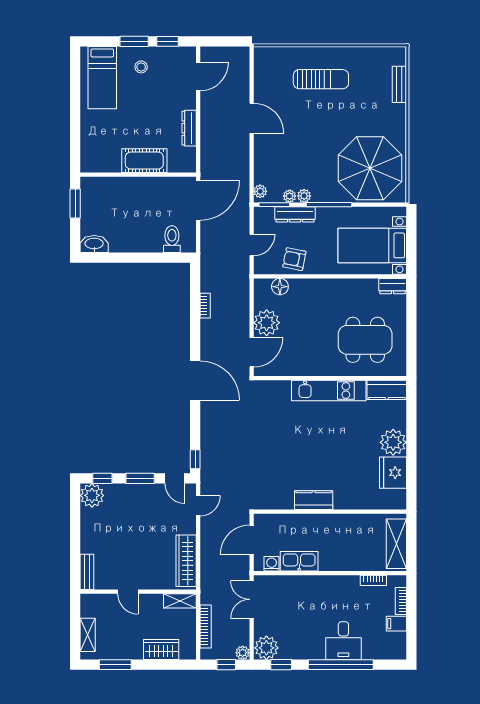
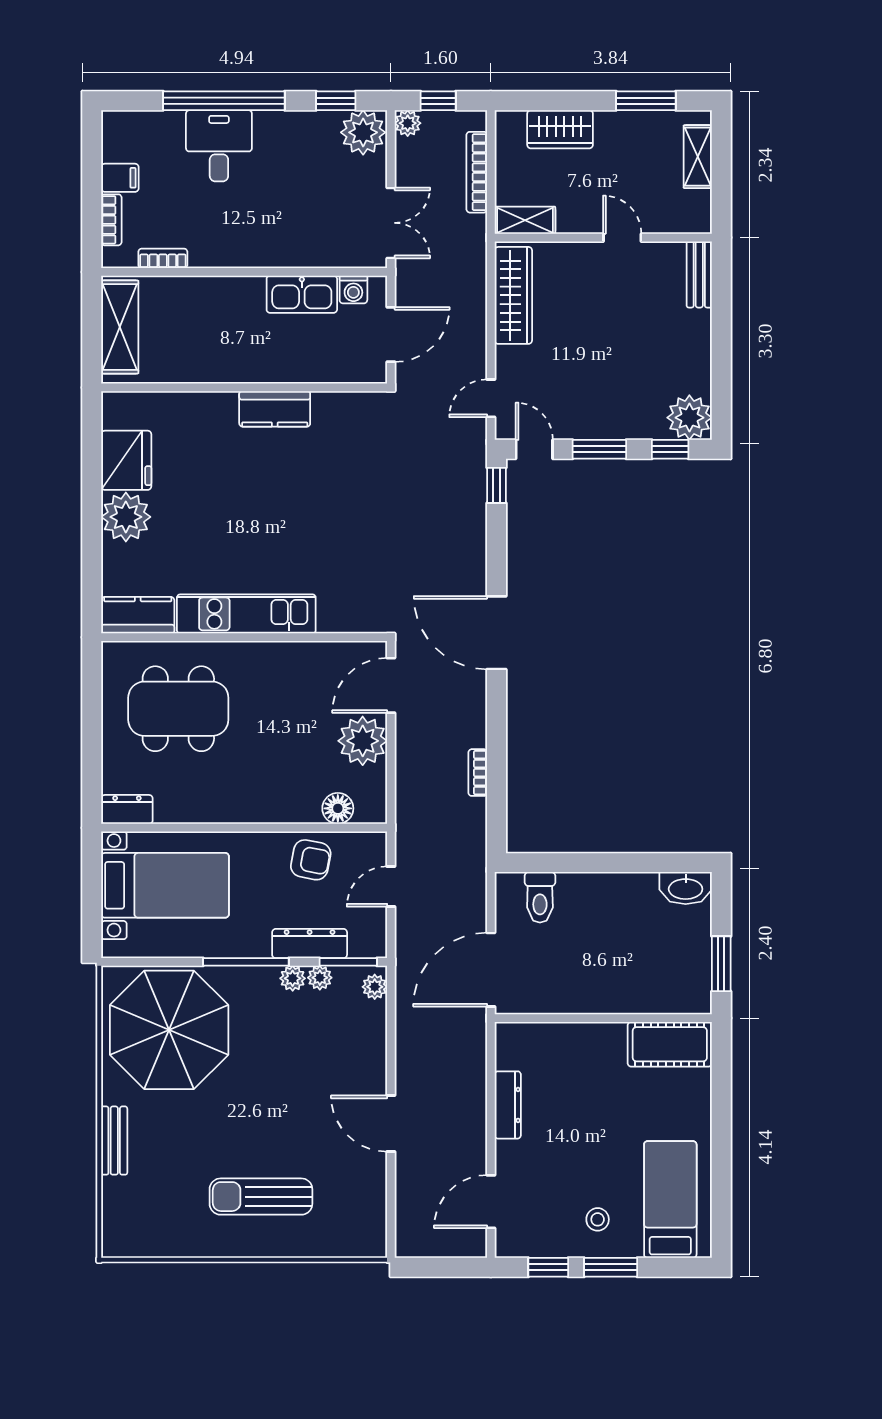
bench: (399, 84) -> (114, 1141), moved
cot: (144, 161) -> (670, 1044), moved

